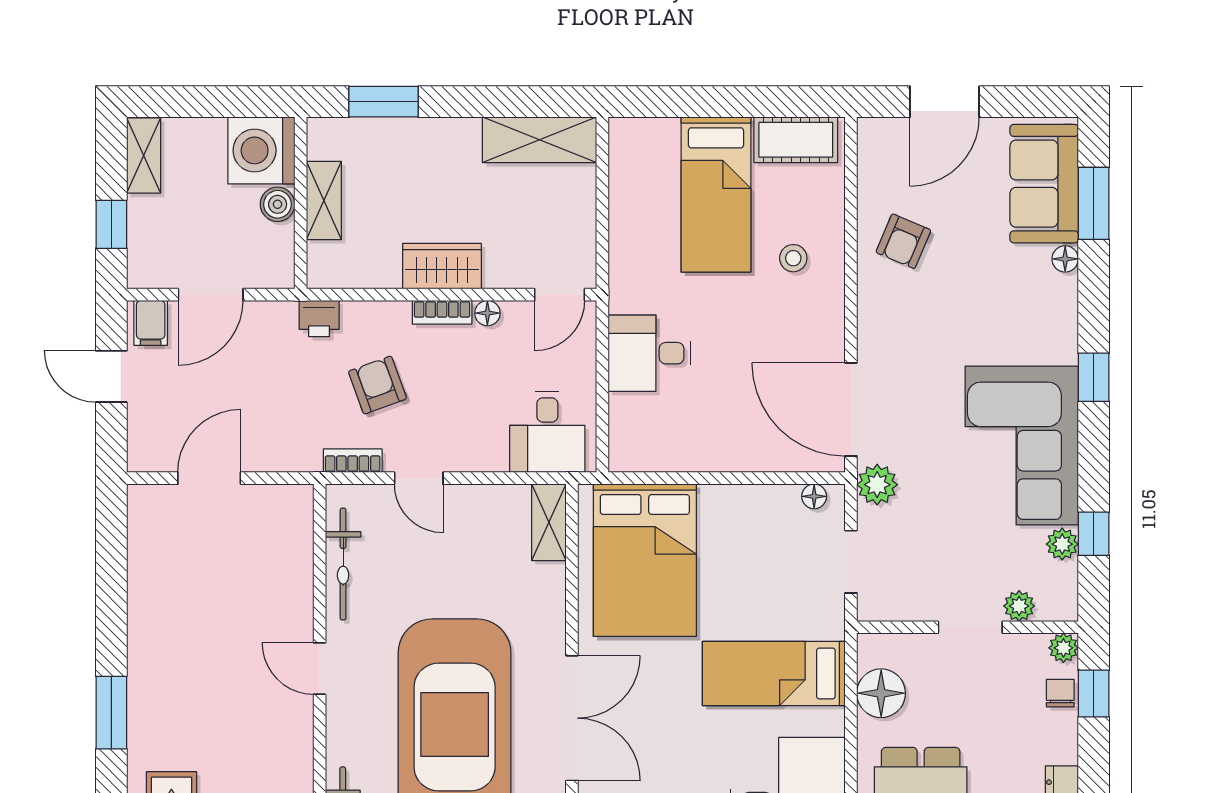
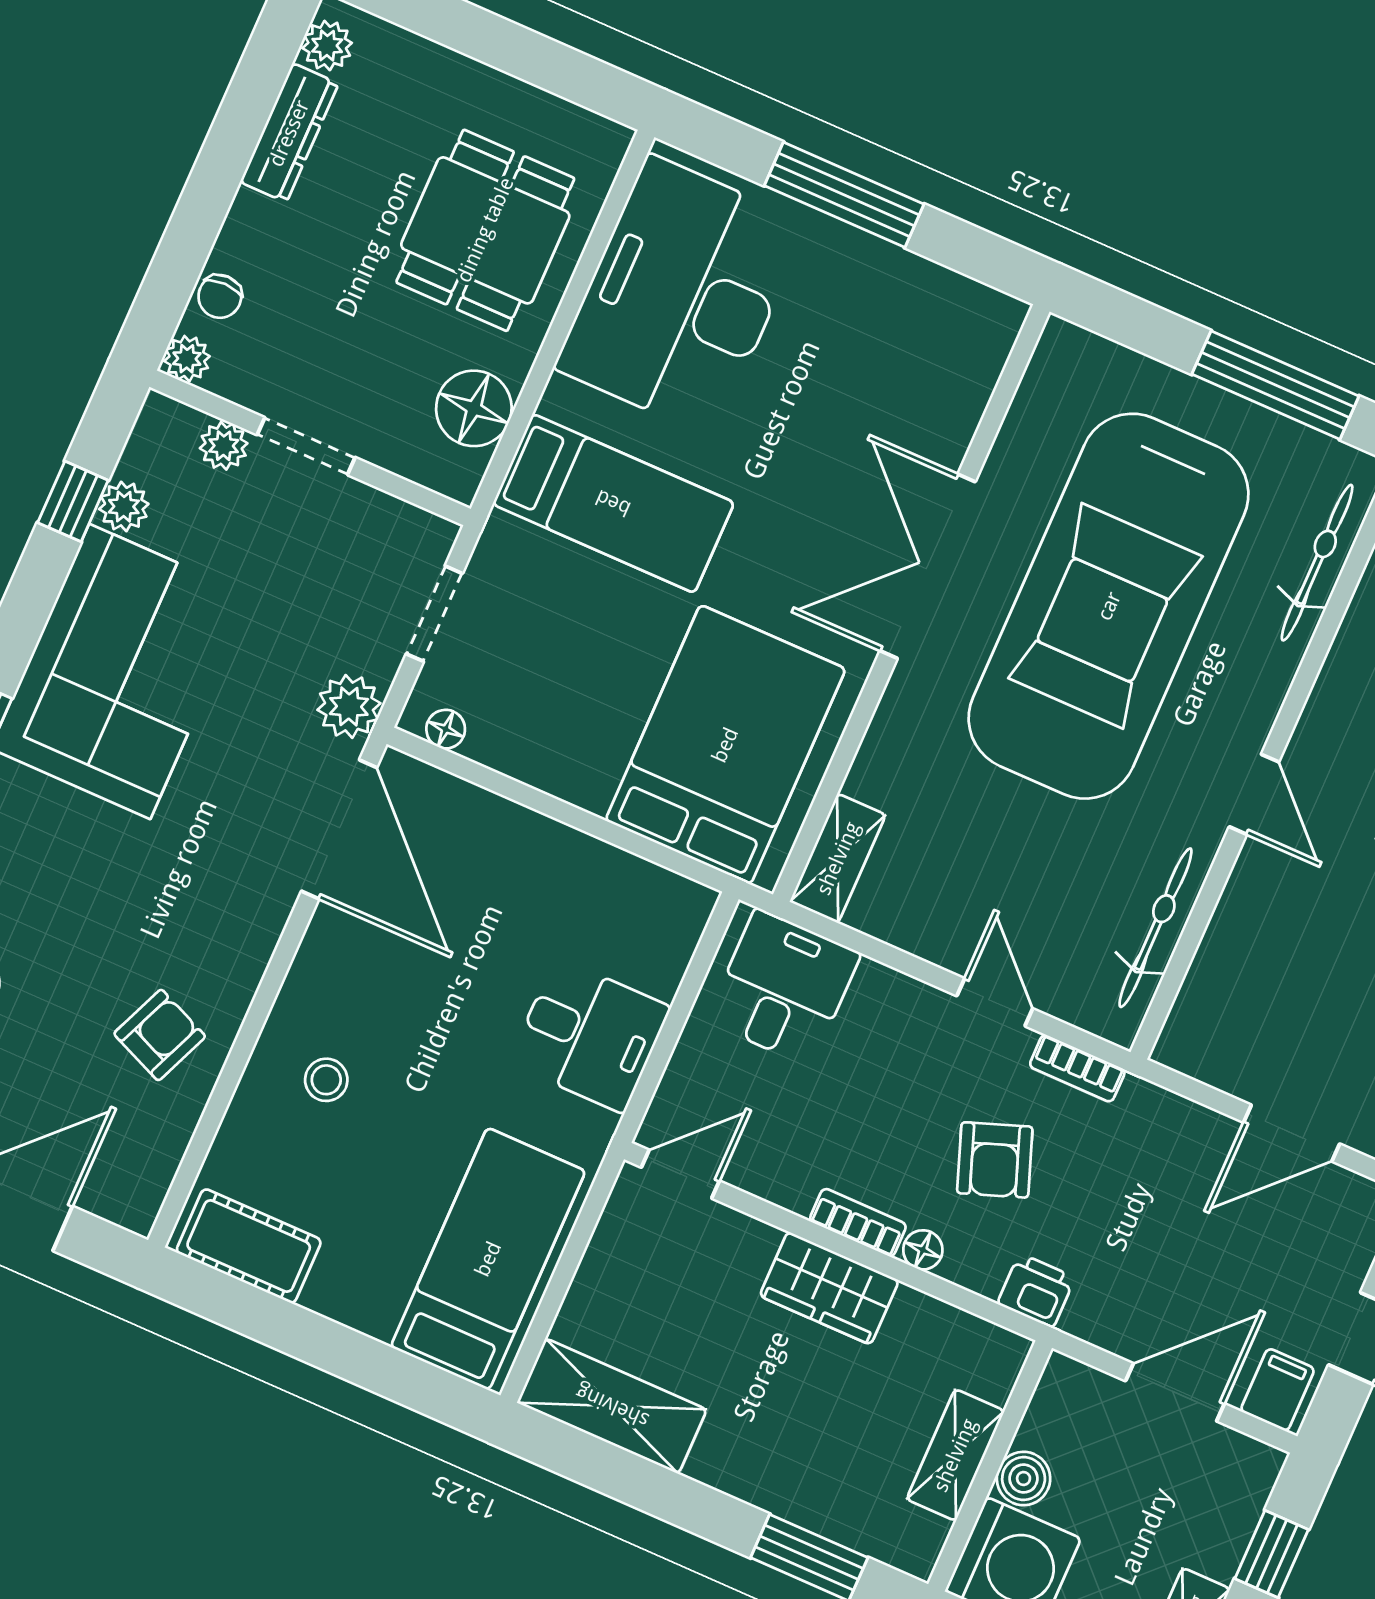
bed: (716, 195) -> (488, 1259), moved
floor lamp: (487, 313) -> (923, 1250), moved
window: (1094, 694) -> (173, 275), removed

